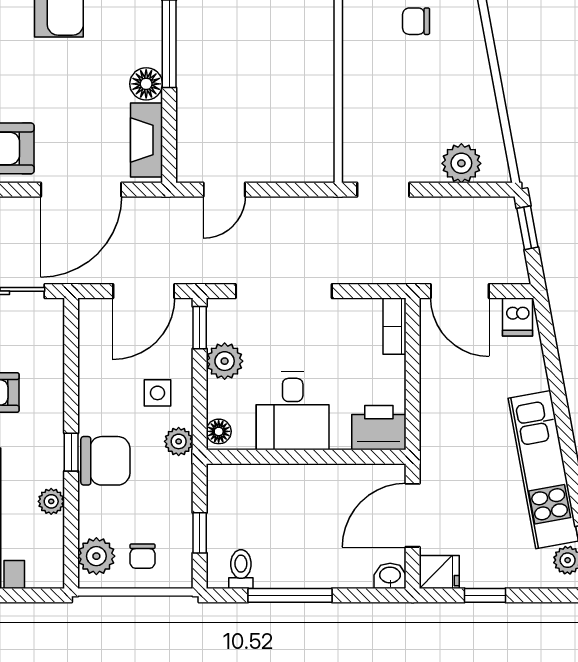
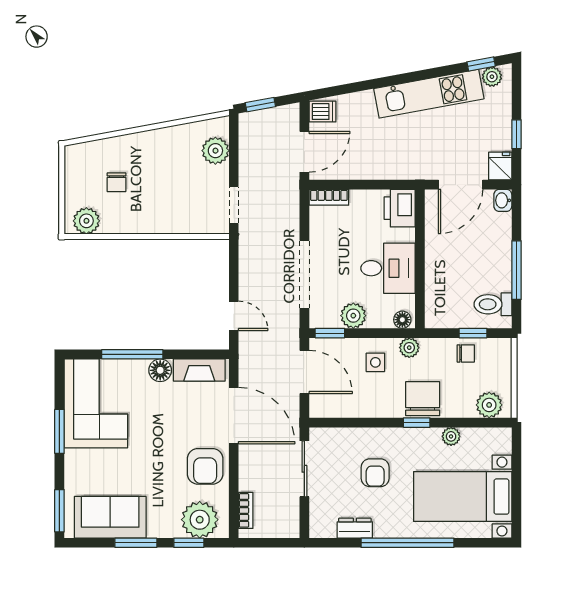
door: (413, 515) -> (461, 185), hinge flipped
chair: (143, 556) -> (466, 353), moved
toilet: (241, 569) -> (493, 304), width x1.37, depth x1.39

